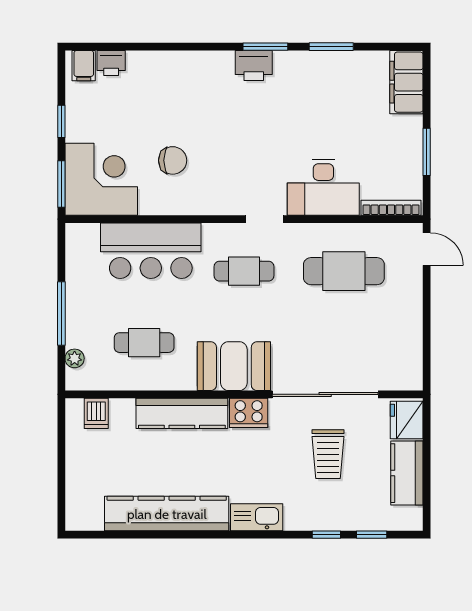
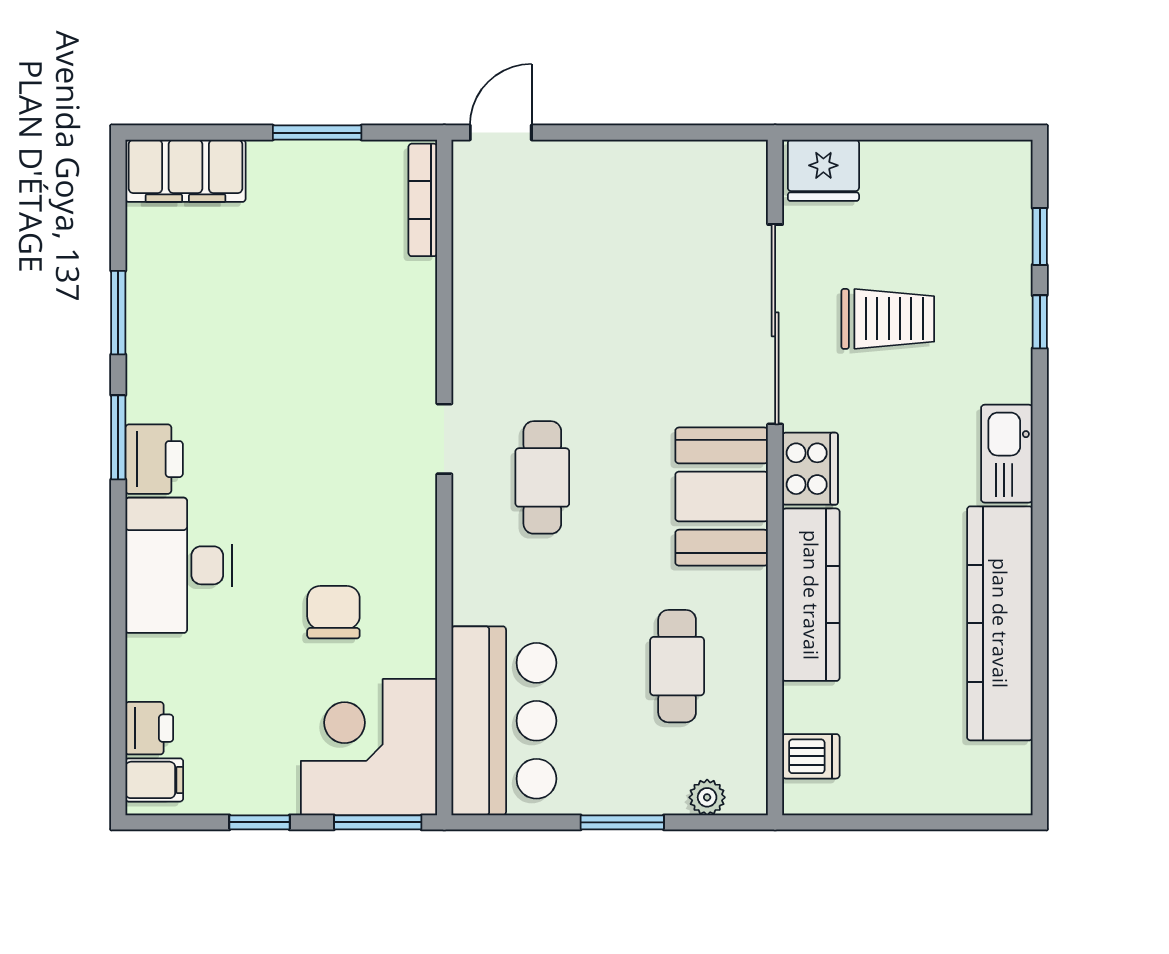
desk: (323, 187) -> (179, 565), moved, turned 180
bar counter: (151, 251) -> (504, 721), moved
cafe table: (344, 271) -> (542, 289), removed
window: (61, 314) -> (622, 822), width x0.69
kitchen counter: (407, 473) -> (923, 170), removed

